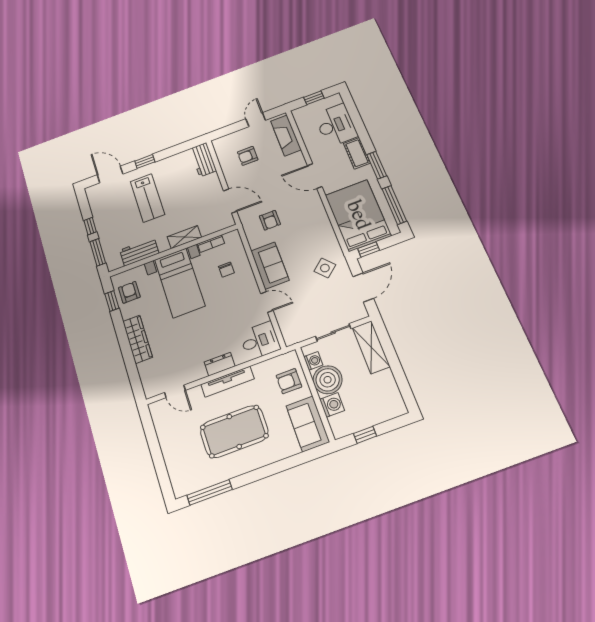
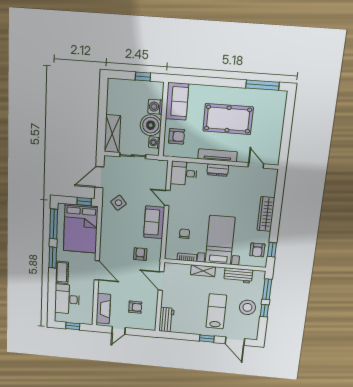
stool: (112, 220) -> (247, 307), added

